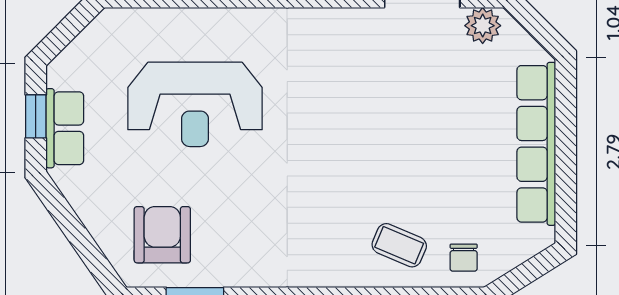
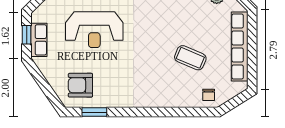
armchair: (162, 235) -> (80, 85), turned -90
coffee table: (399, 245) -> (190, 58), moved, width x1.36, depth x1.30

